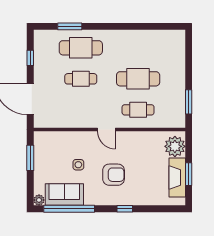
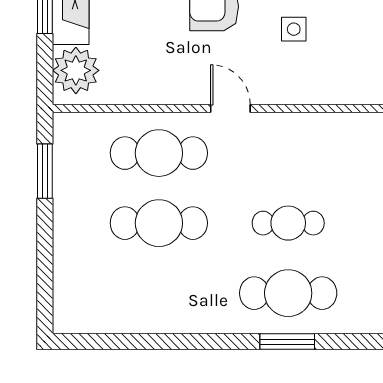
window: (70, 26) -> (287, 342), moved
cafe table: (138, 110) -> (159, 153), width x1.37, depth x1.35

